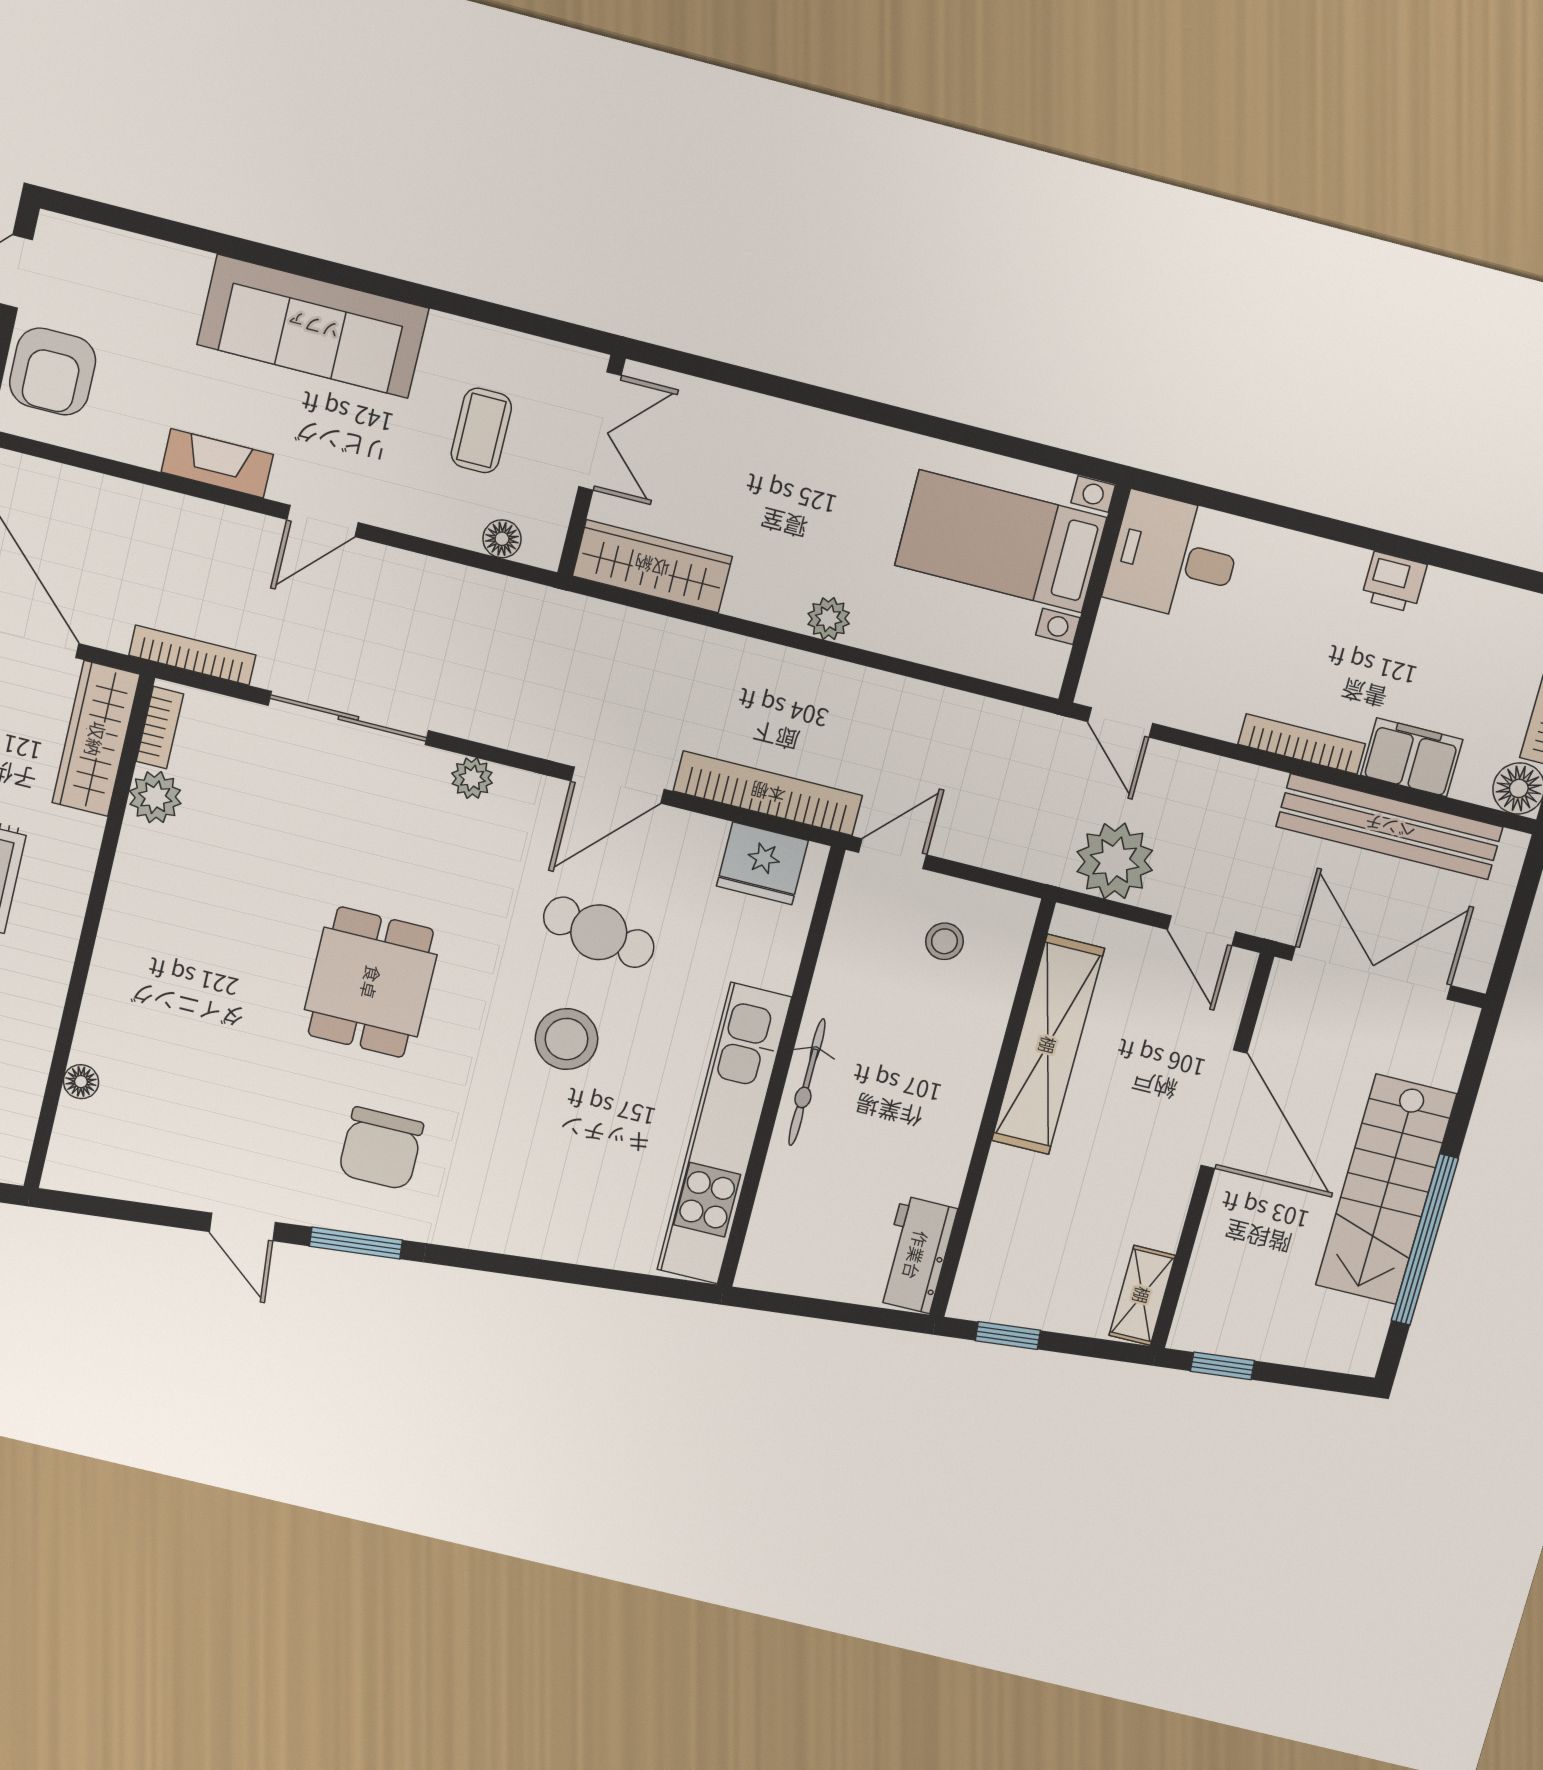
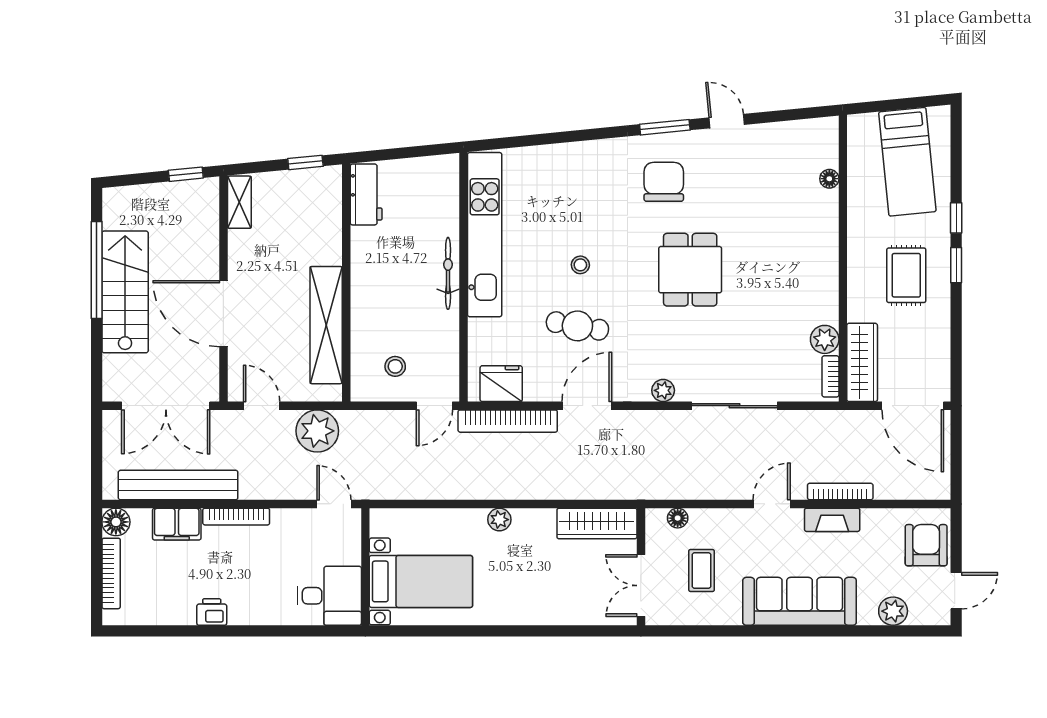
plant: (142, 263) -> (893, 611), added
bookcase: (192, 655) -> (840, 492), moved, turned 180
stool: (567, 1039) -> (580, 265), width x0.53, depth x0.53

